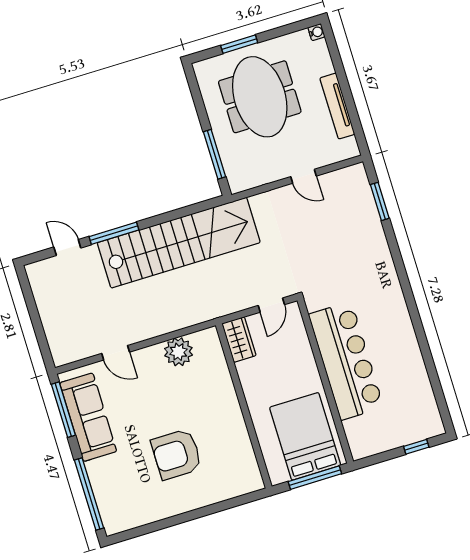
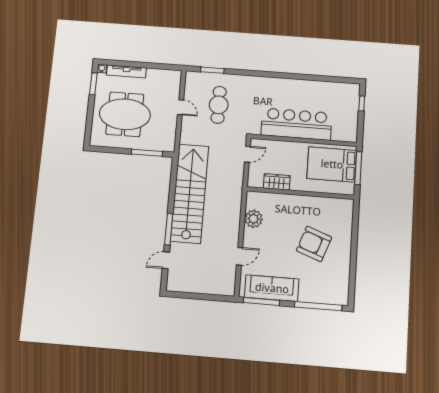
window: (239, 44) -> (93, 84), moved
tv unit: (337, 106) -> (126, 71), moved
door: (304, 176) -> (180, 107), hinge flipped
cafe table: (330, 232) -> (219, 105), added
door: (271, 305) -> (247, 154), hinge flipped
wardrobe: (239, 340) -> (277, 182), moved
armchair: (177, 454) -> (314, 244), turned 110

